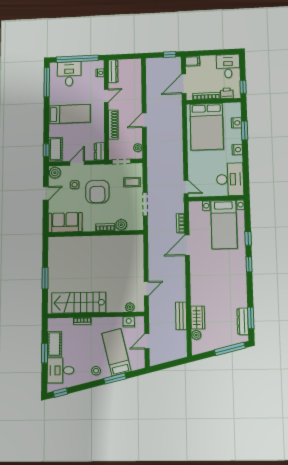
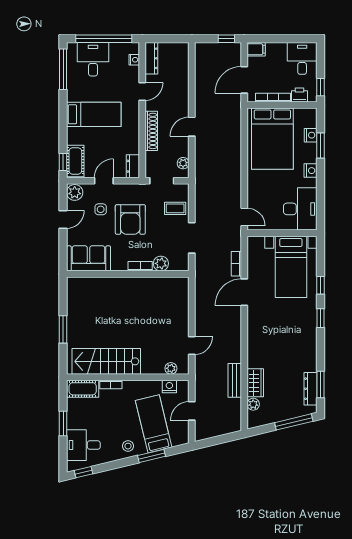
cot: (54, 344) -> (83, 389), moved, turned 90

